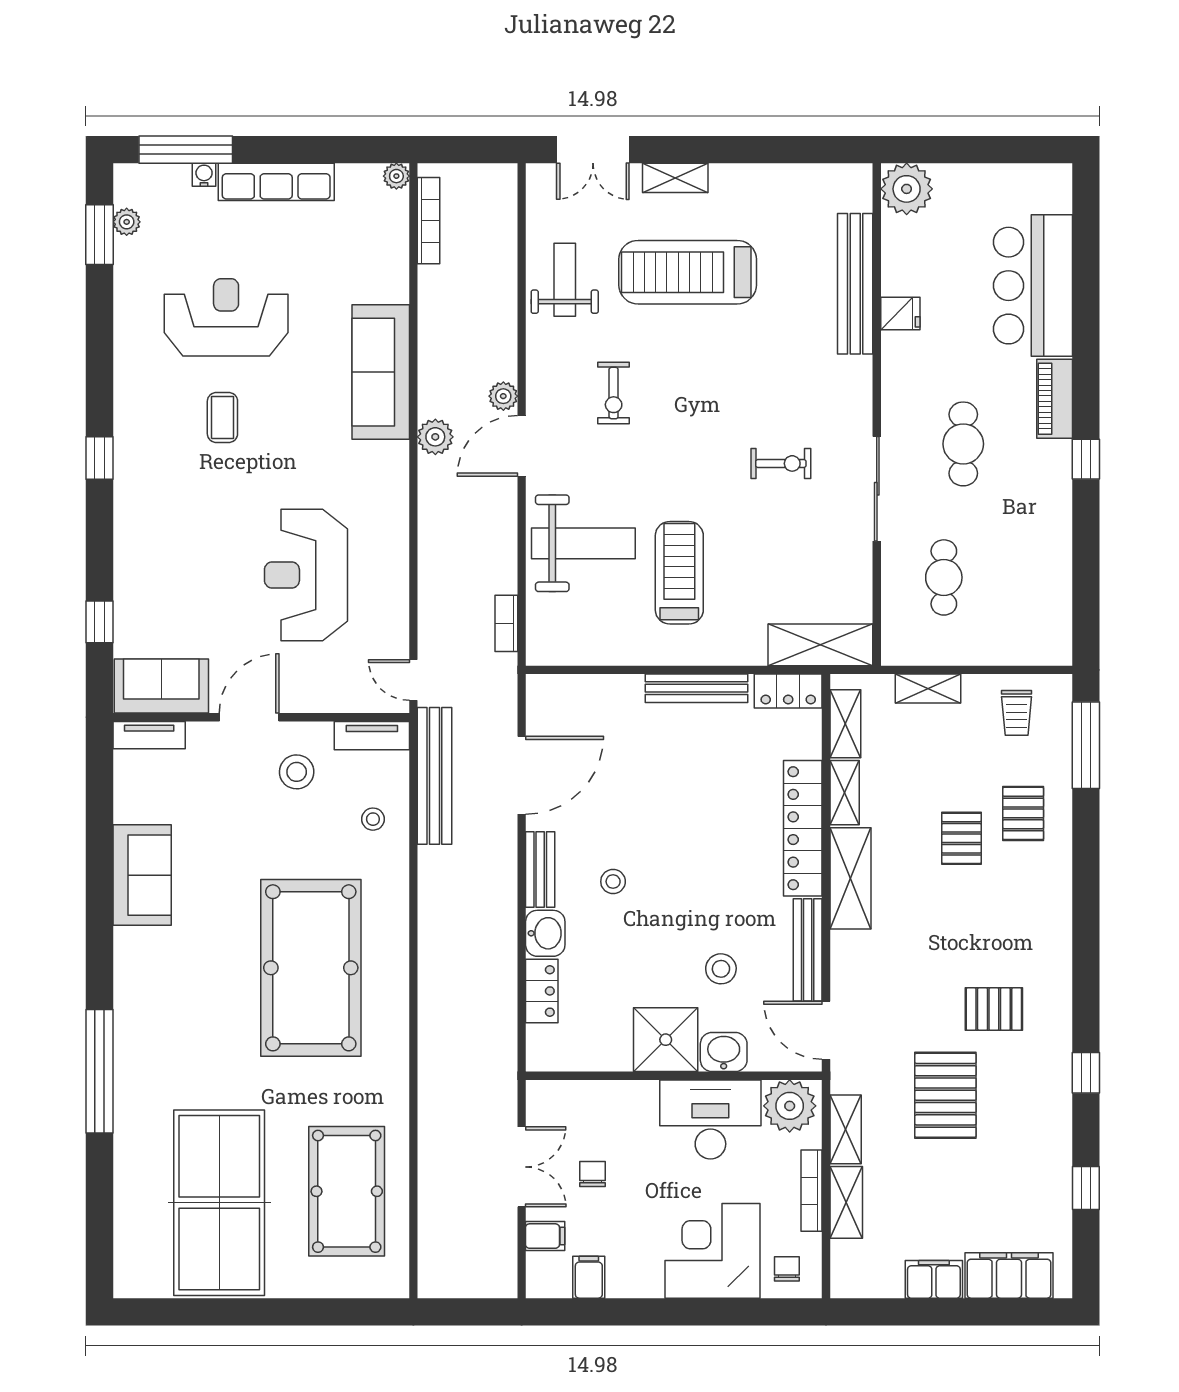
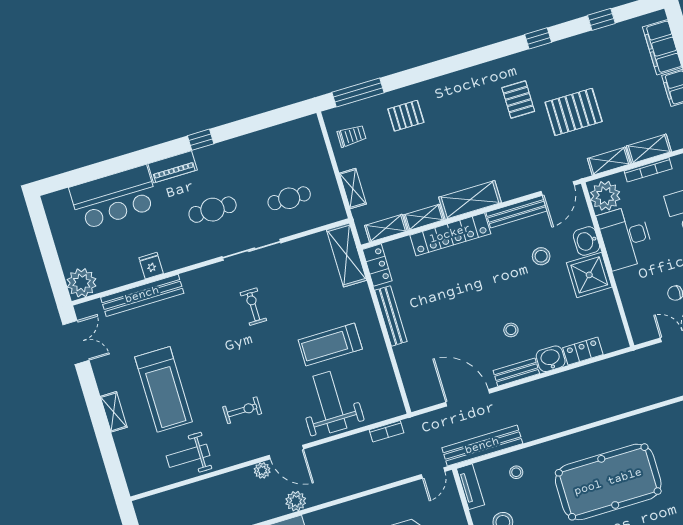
double door: (593, 150) -> (76, 343), moved
pallet: (961, 838) -> (430, 145), removed

